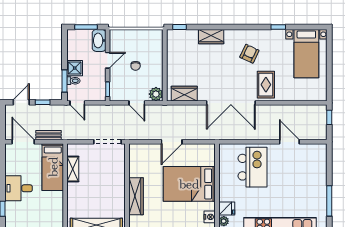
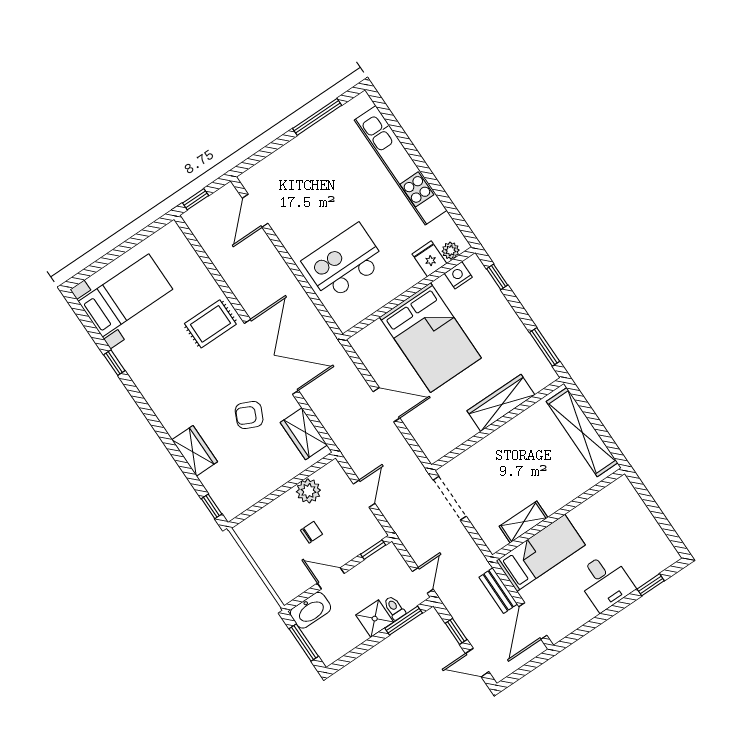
armchair: (249, 54) -> (249, 415), moved
plant: (156, 94) -> (308, 491), moved
door: (289, 142) -> (255, 211), moved

